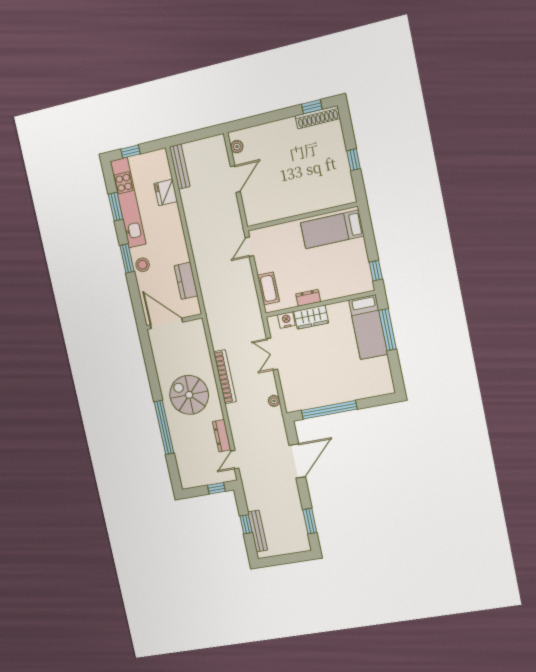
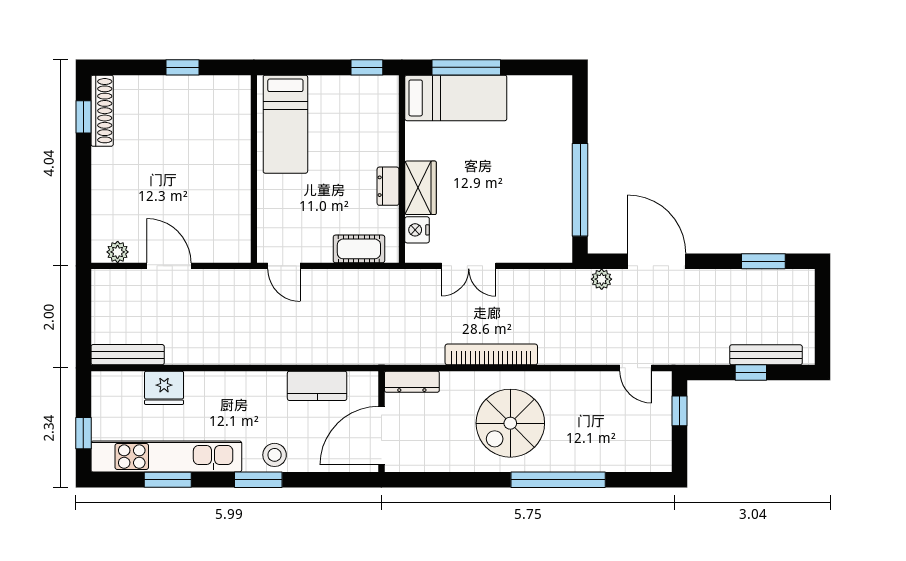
plant: (274, 401) -> (602, 279), moved
dresser: (222, 436) -> (412, 382), moved

